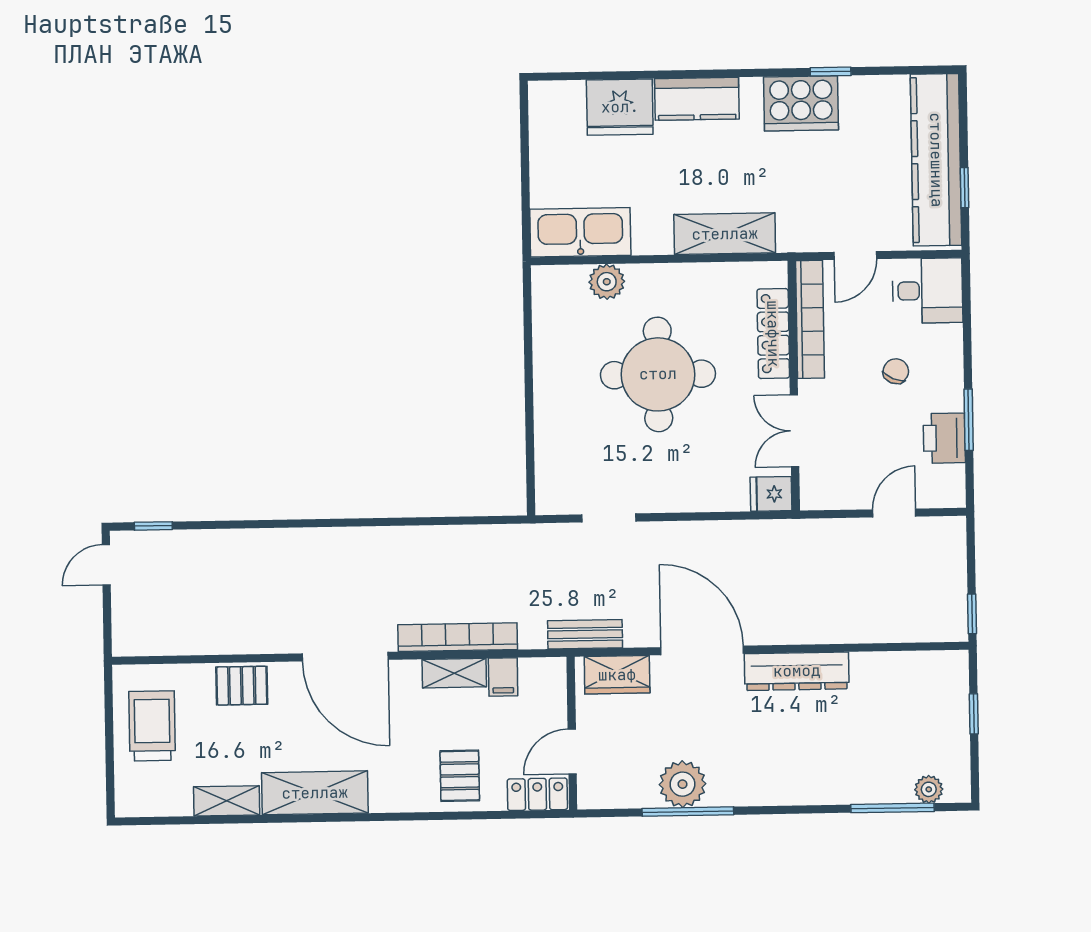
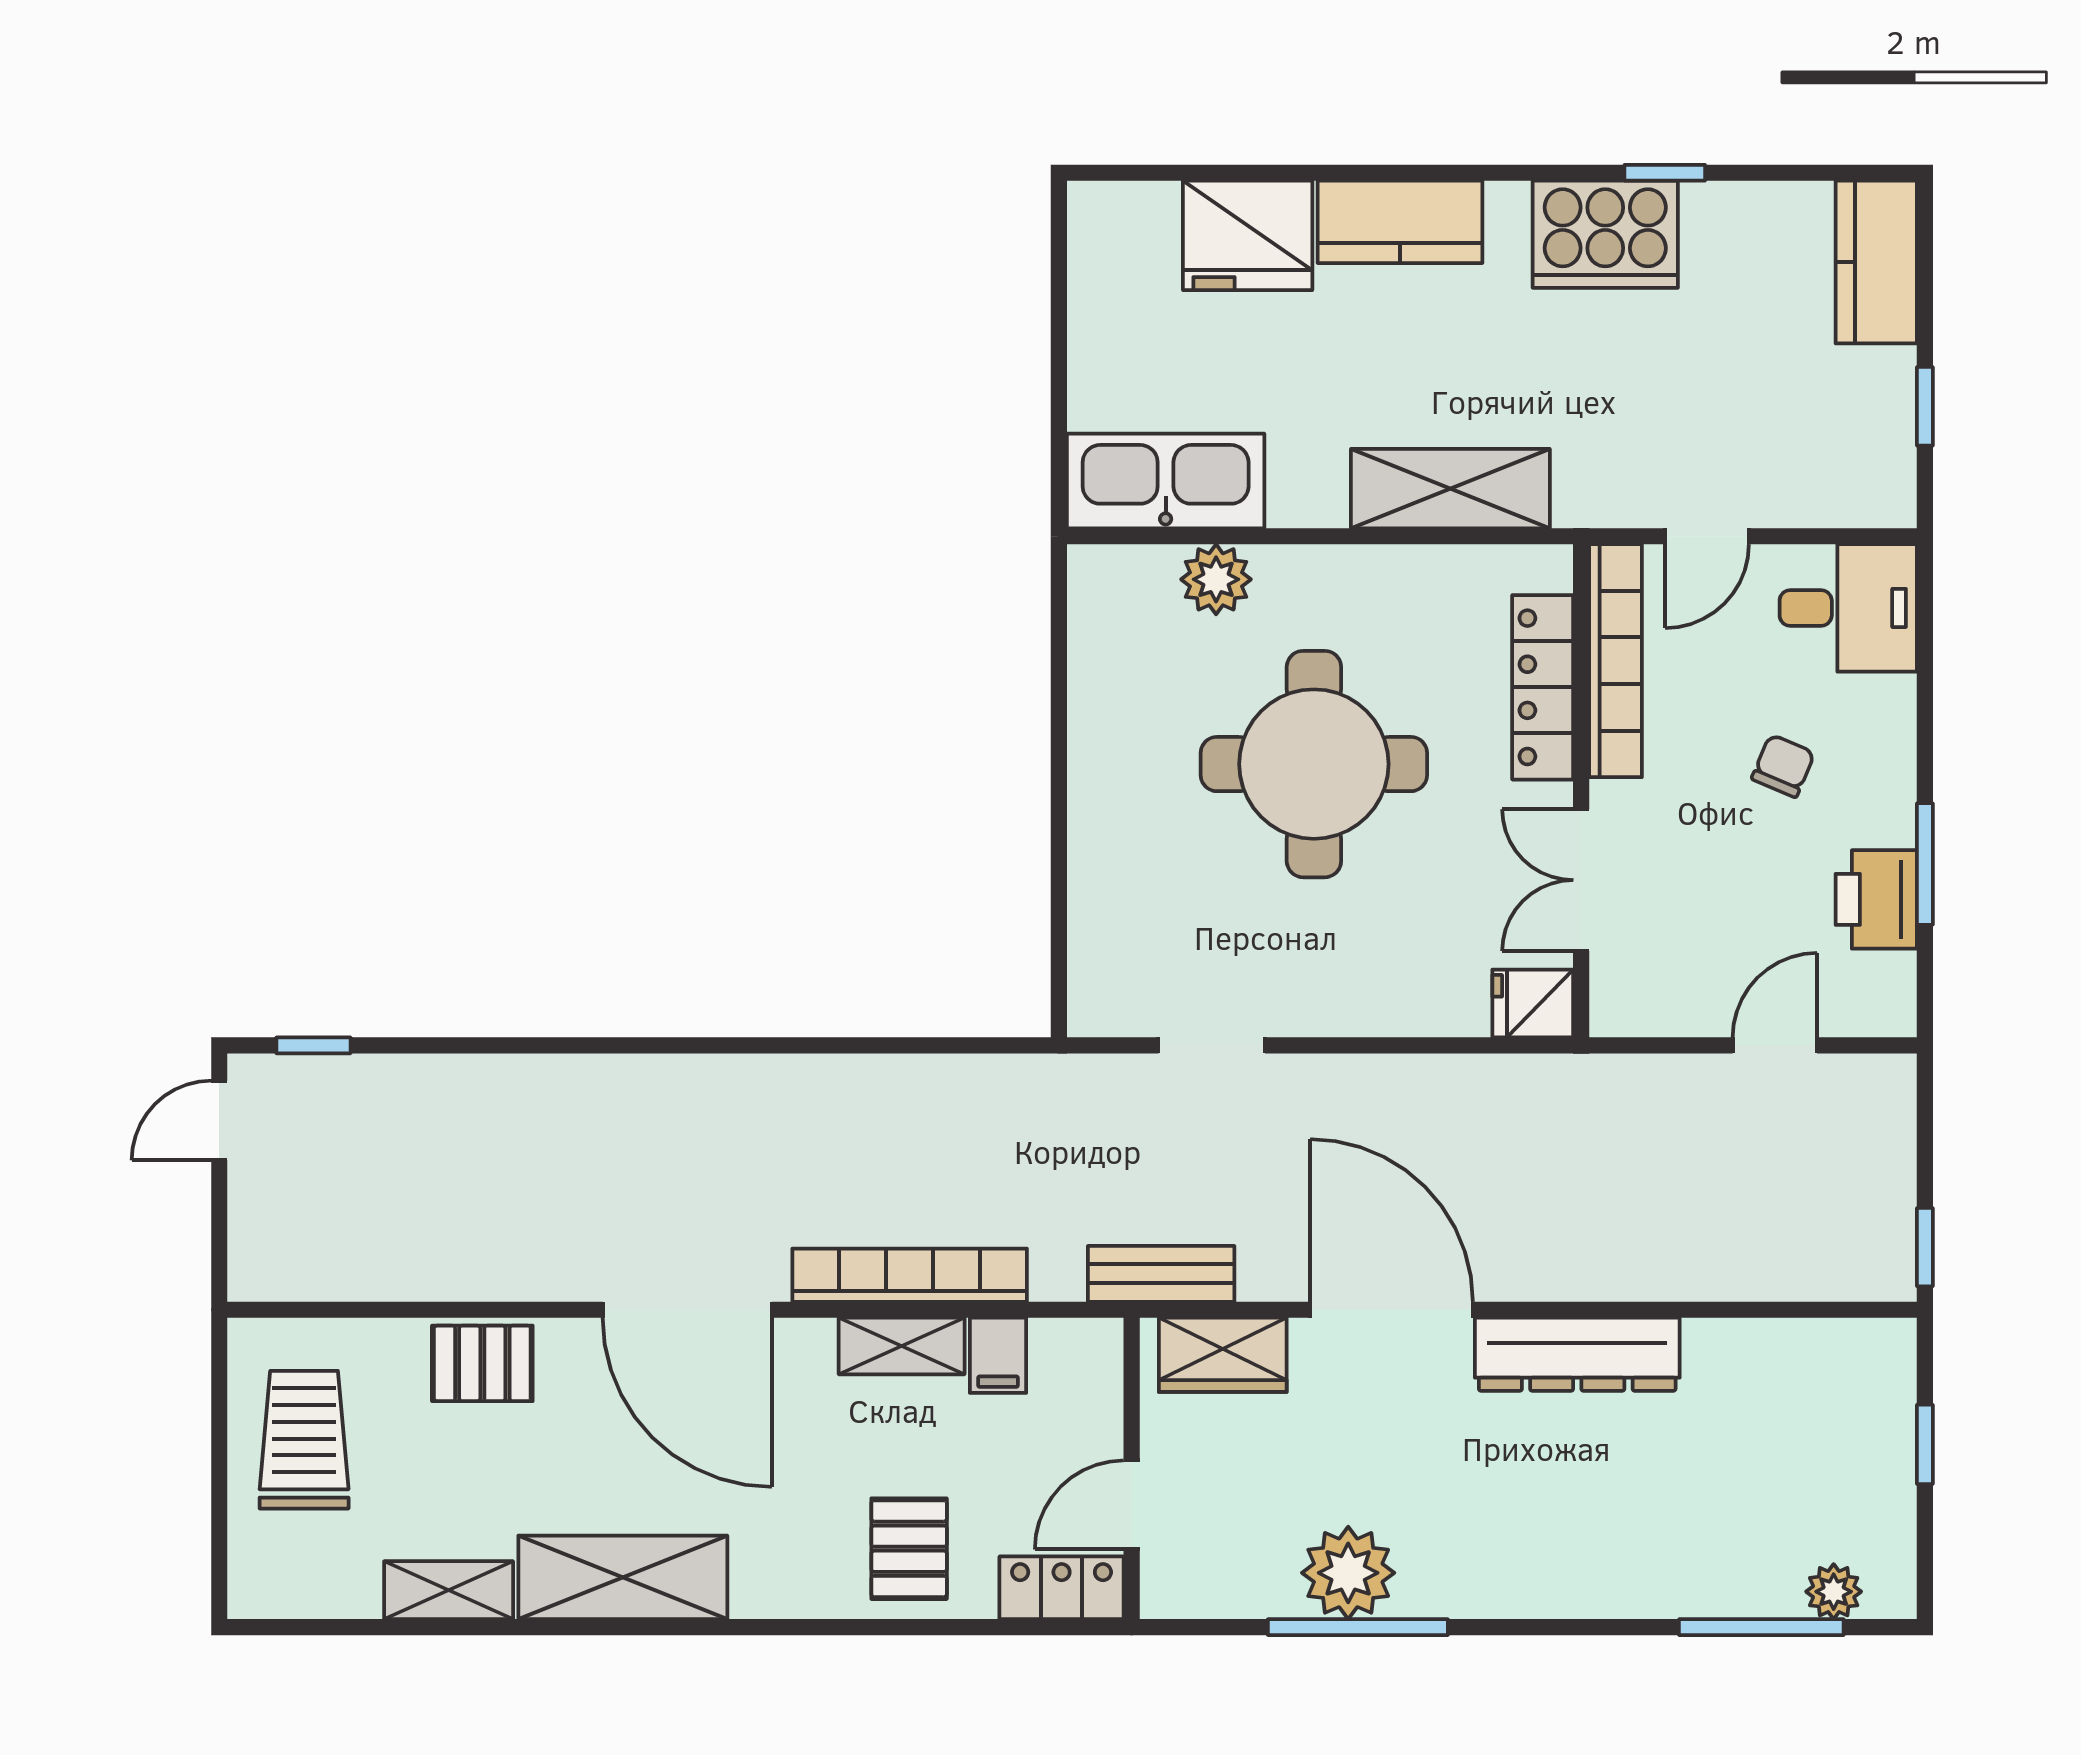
kitchen counter: (936, 160) -> (1876, 262), width x0.48, depth x0.86

